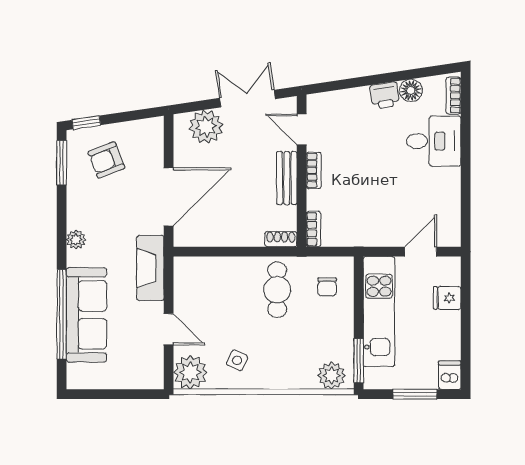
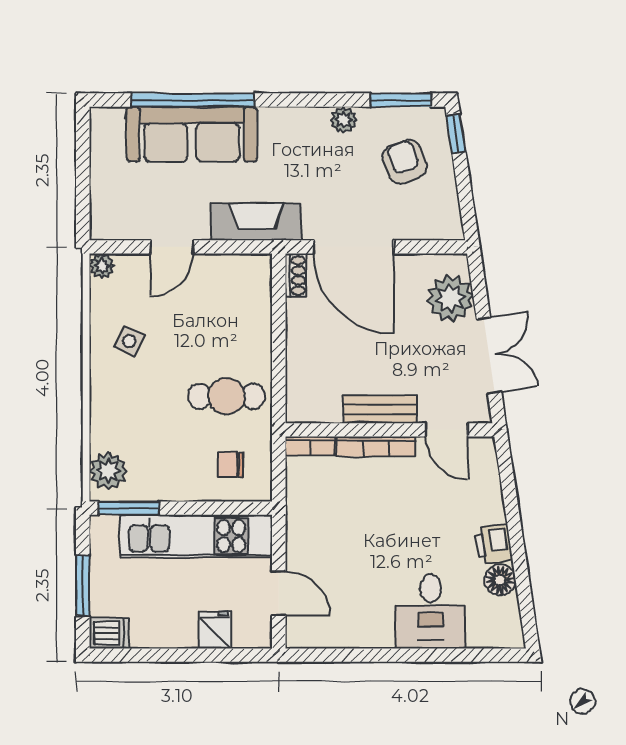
bookcase: (454, 96) -> (493, 639), removed
door: (302, 129) -> (447, 430), swing flipped
bookcase: (314, 170) -> (376, 446), width x1.56
shoe rack: (281, 239) -> (296, 275), moved
plant: (76, 240) -> (343, 120), moved
plant: (190, 372) -> (102, 266), width x0.53, depth x0.53

